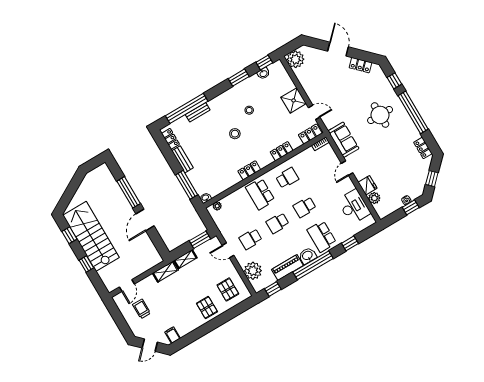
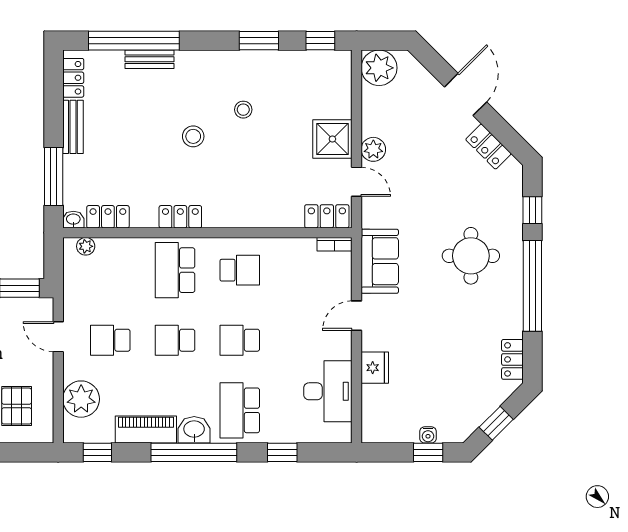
washbasin: (263, 73) -> (307, 59), removed
locker: (282, 151) -> (108, 217), moved
plant: (374, 198) -> (373, 149), moved

